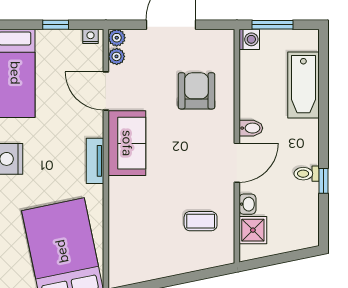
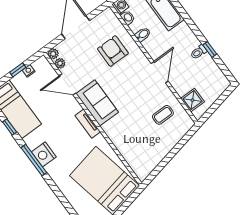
nightstand: (91, 36) -> (29, 71), moved
bidet: (251, 128) -> (143, 34), moved
washbasin: (247, 204) -> (128, 18), moved

